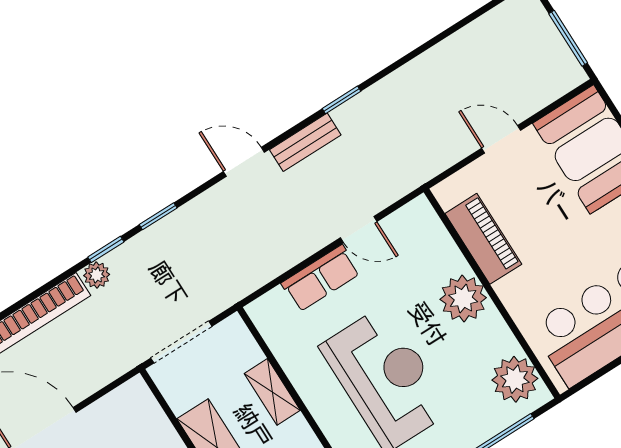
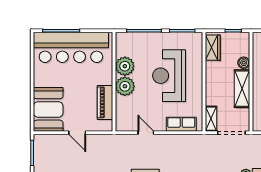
row of seats: (321, 278) -> (181, 124), moved
plant: (515, 379) -> (125, 66), moved
shelving: (272, 392) -> (211, 119), moved

